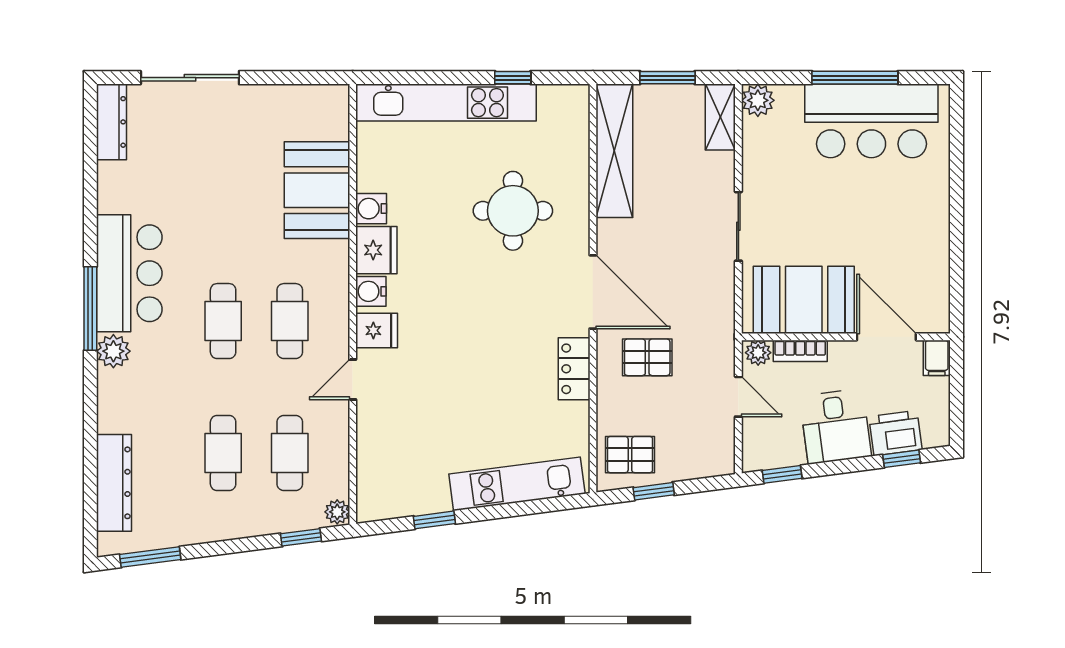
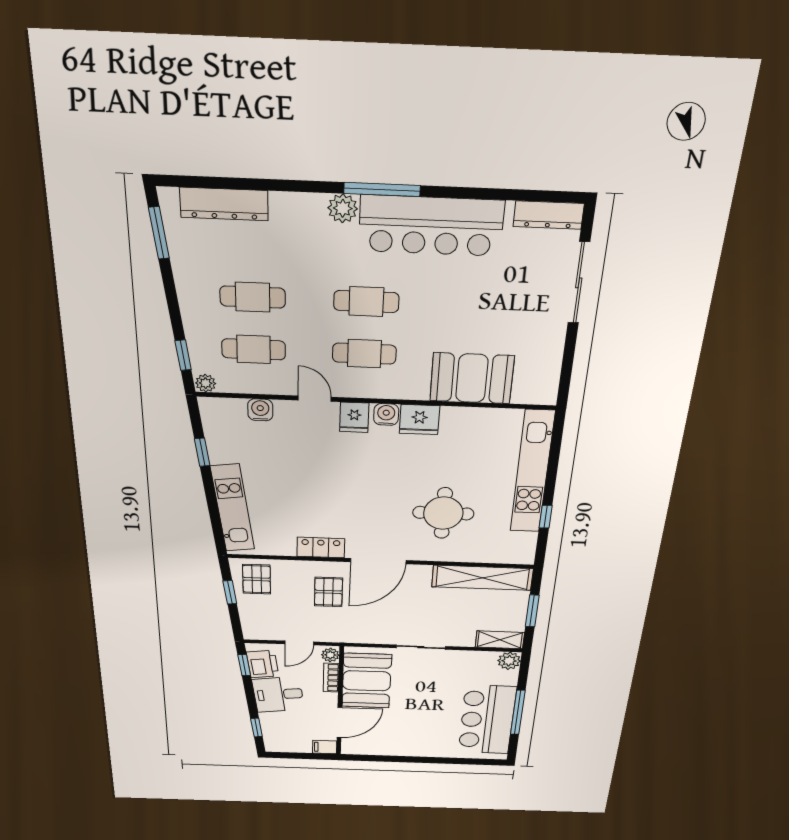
water cooler: (371, 209) -> (260, 410), moved
bar counter: (129, 273) -> (431, 226), width x1.36
printer: (896, 433) -> (263, 664), moved

